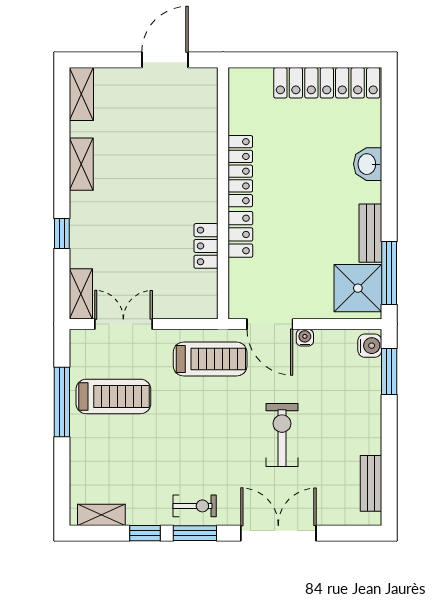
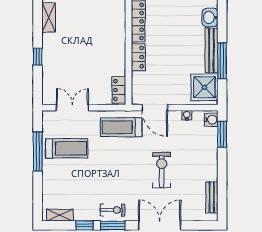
bench: (370, 233) -> (211, 50), width x1.36
locker: (206, 246) -> (119, 90), moved
window: (389, 273) -> (222, 61), moved
shelving: (81, 294) -> (48, 91), removed
water cooler: (305, 338) -> (187, 115), moved
treadmill: (210, 359) -> (121, 127), turned 180

